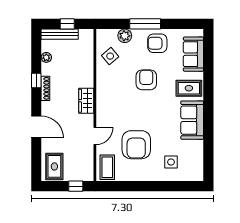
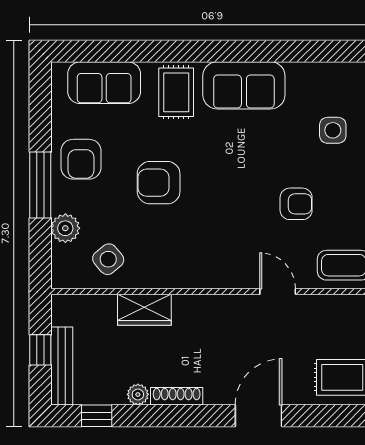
plant: (46, 57) -> (138, 394), moved
window: (36, 81) -> (97, 416), moved
wardrobe: (86, 101) -> (144, 310), moved
armchair: (136, 145) -> (296, 204), width x0.53, depth x0.53

